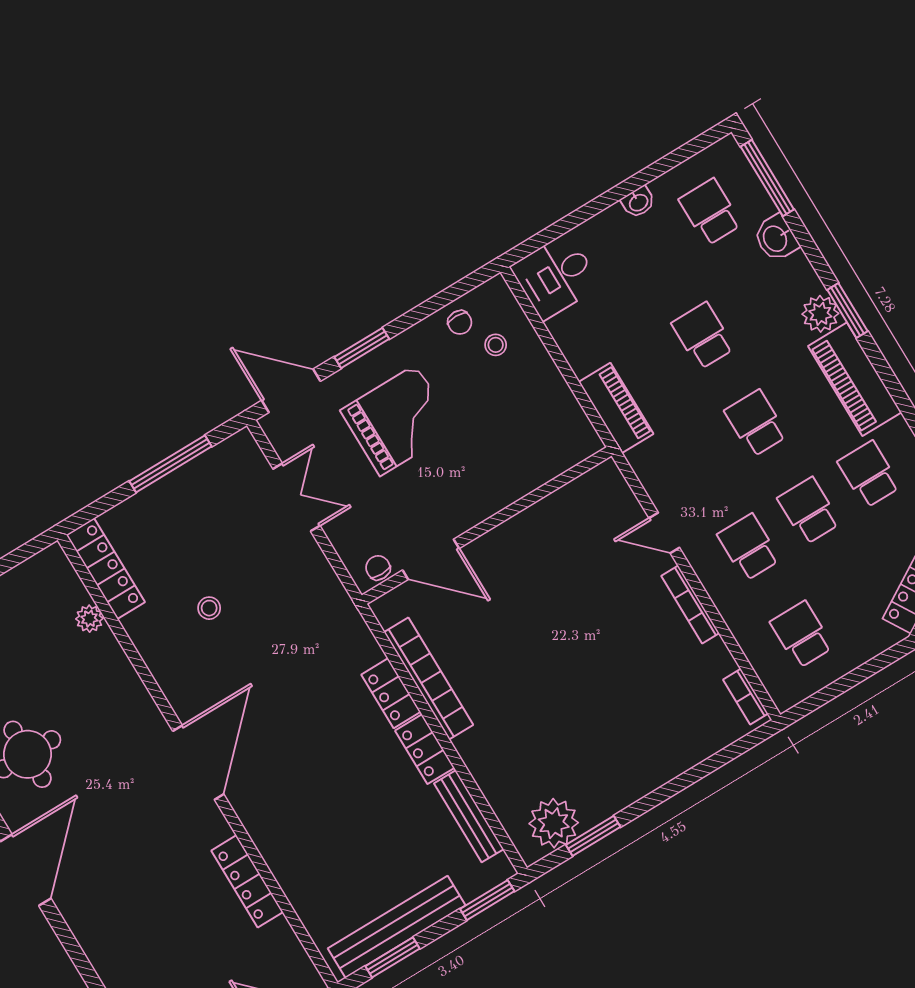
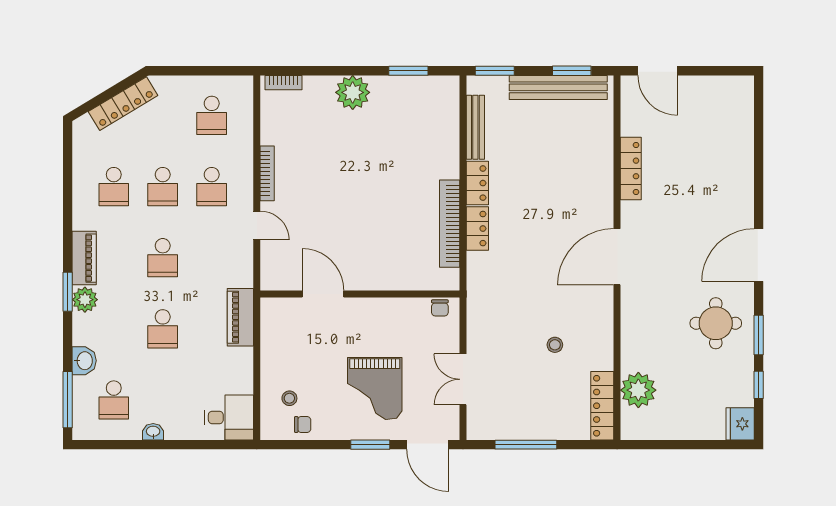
chair: (460, 322) -> (303, 425), turned 90
piano: (855, 379) -> (84, 258), width x0.73, depth x0.75
grand piano: (398, 420) -> (375, 389), turned -90
door: (431, 559) -> (323, 294), moved
plant: (89, 619) -> (638, 390), width x1.87, depth x1.87
bookcase: (745, 697) -> (284, 83), moved, turned 90
plant: (554, 823) -> (353, 92), moved

